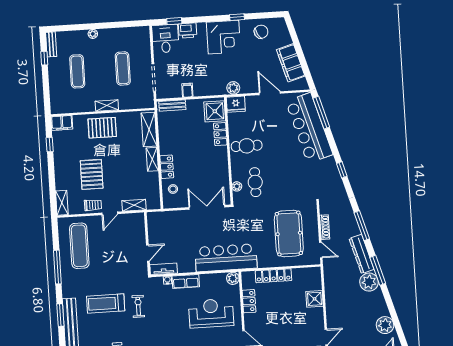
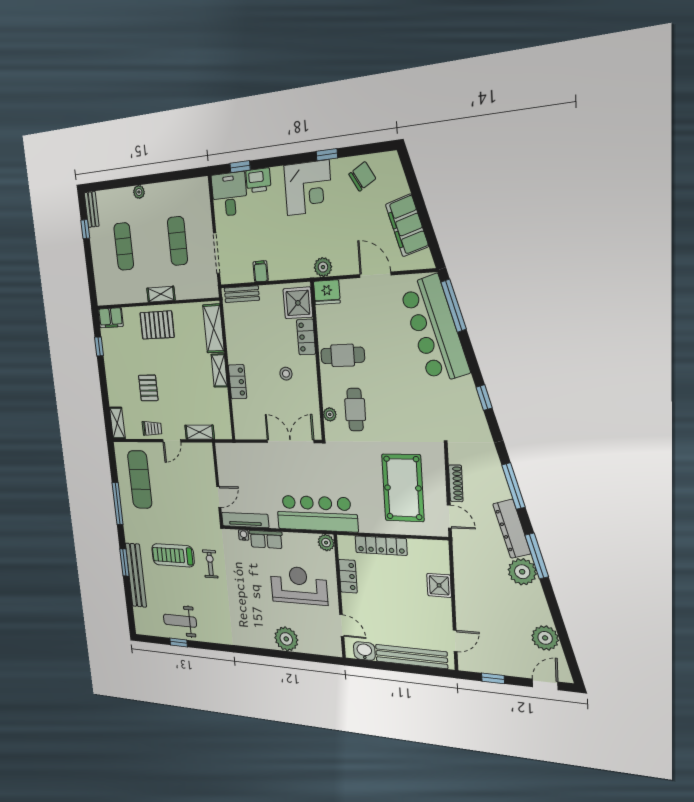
pallet: (92, 174) -> (148, 388), width x0.67, depth x0.71
stool: (173, 189) -> (286, 374), moved
tv unit: (164, 269) -> (245, 520), width x1.41

